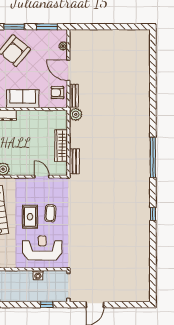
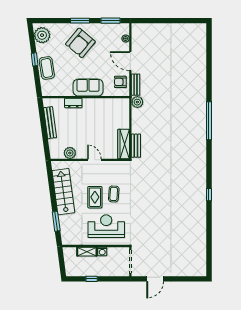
wardrobe: (61, 146) -> (124, 144), moved
window: (153, 157) -> (209, 121), moved
door: (42, 177) -> (94, 160), moved
shelving: (21, 275) -> (87, 252), added
window: (47, 305) -> (92, 279), moved

